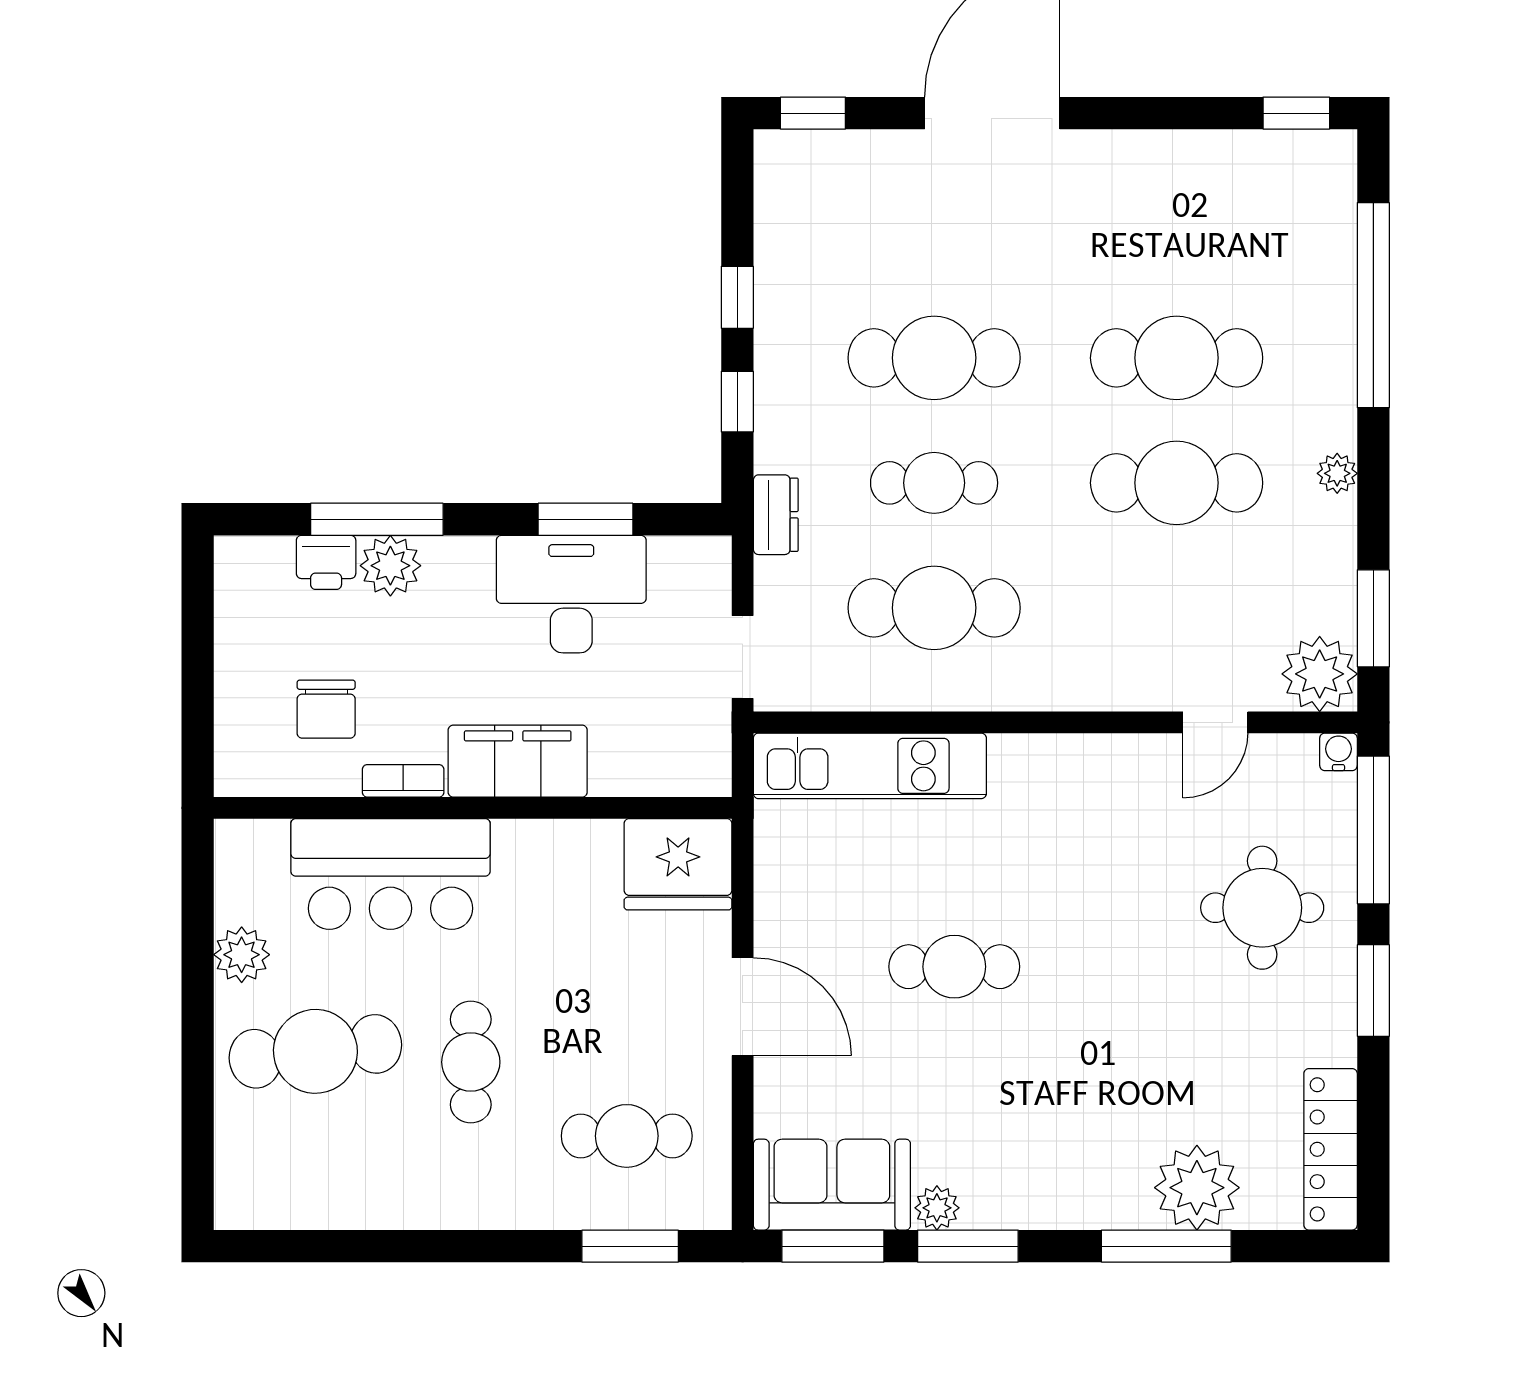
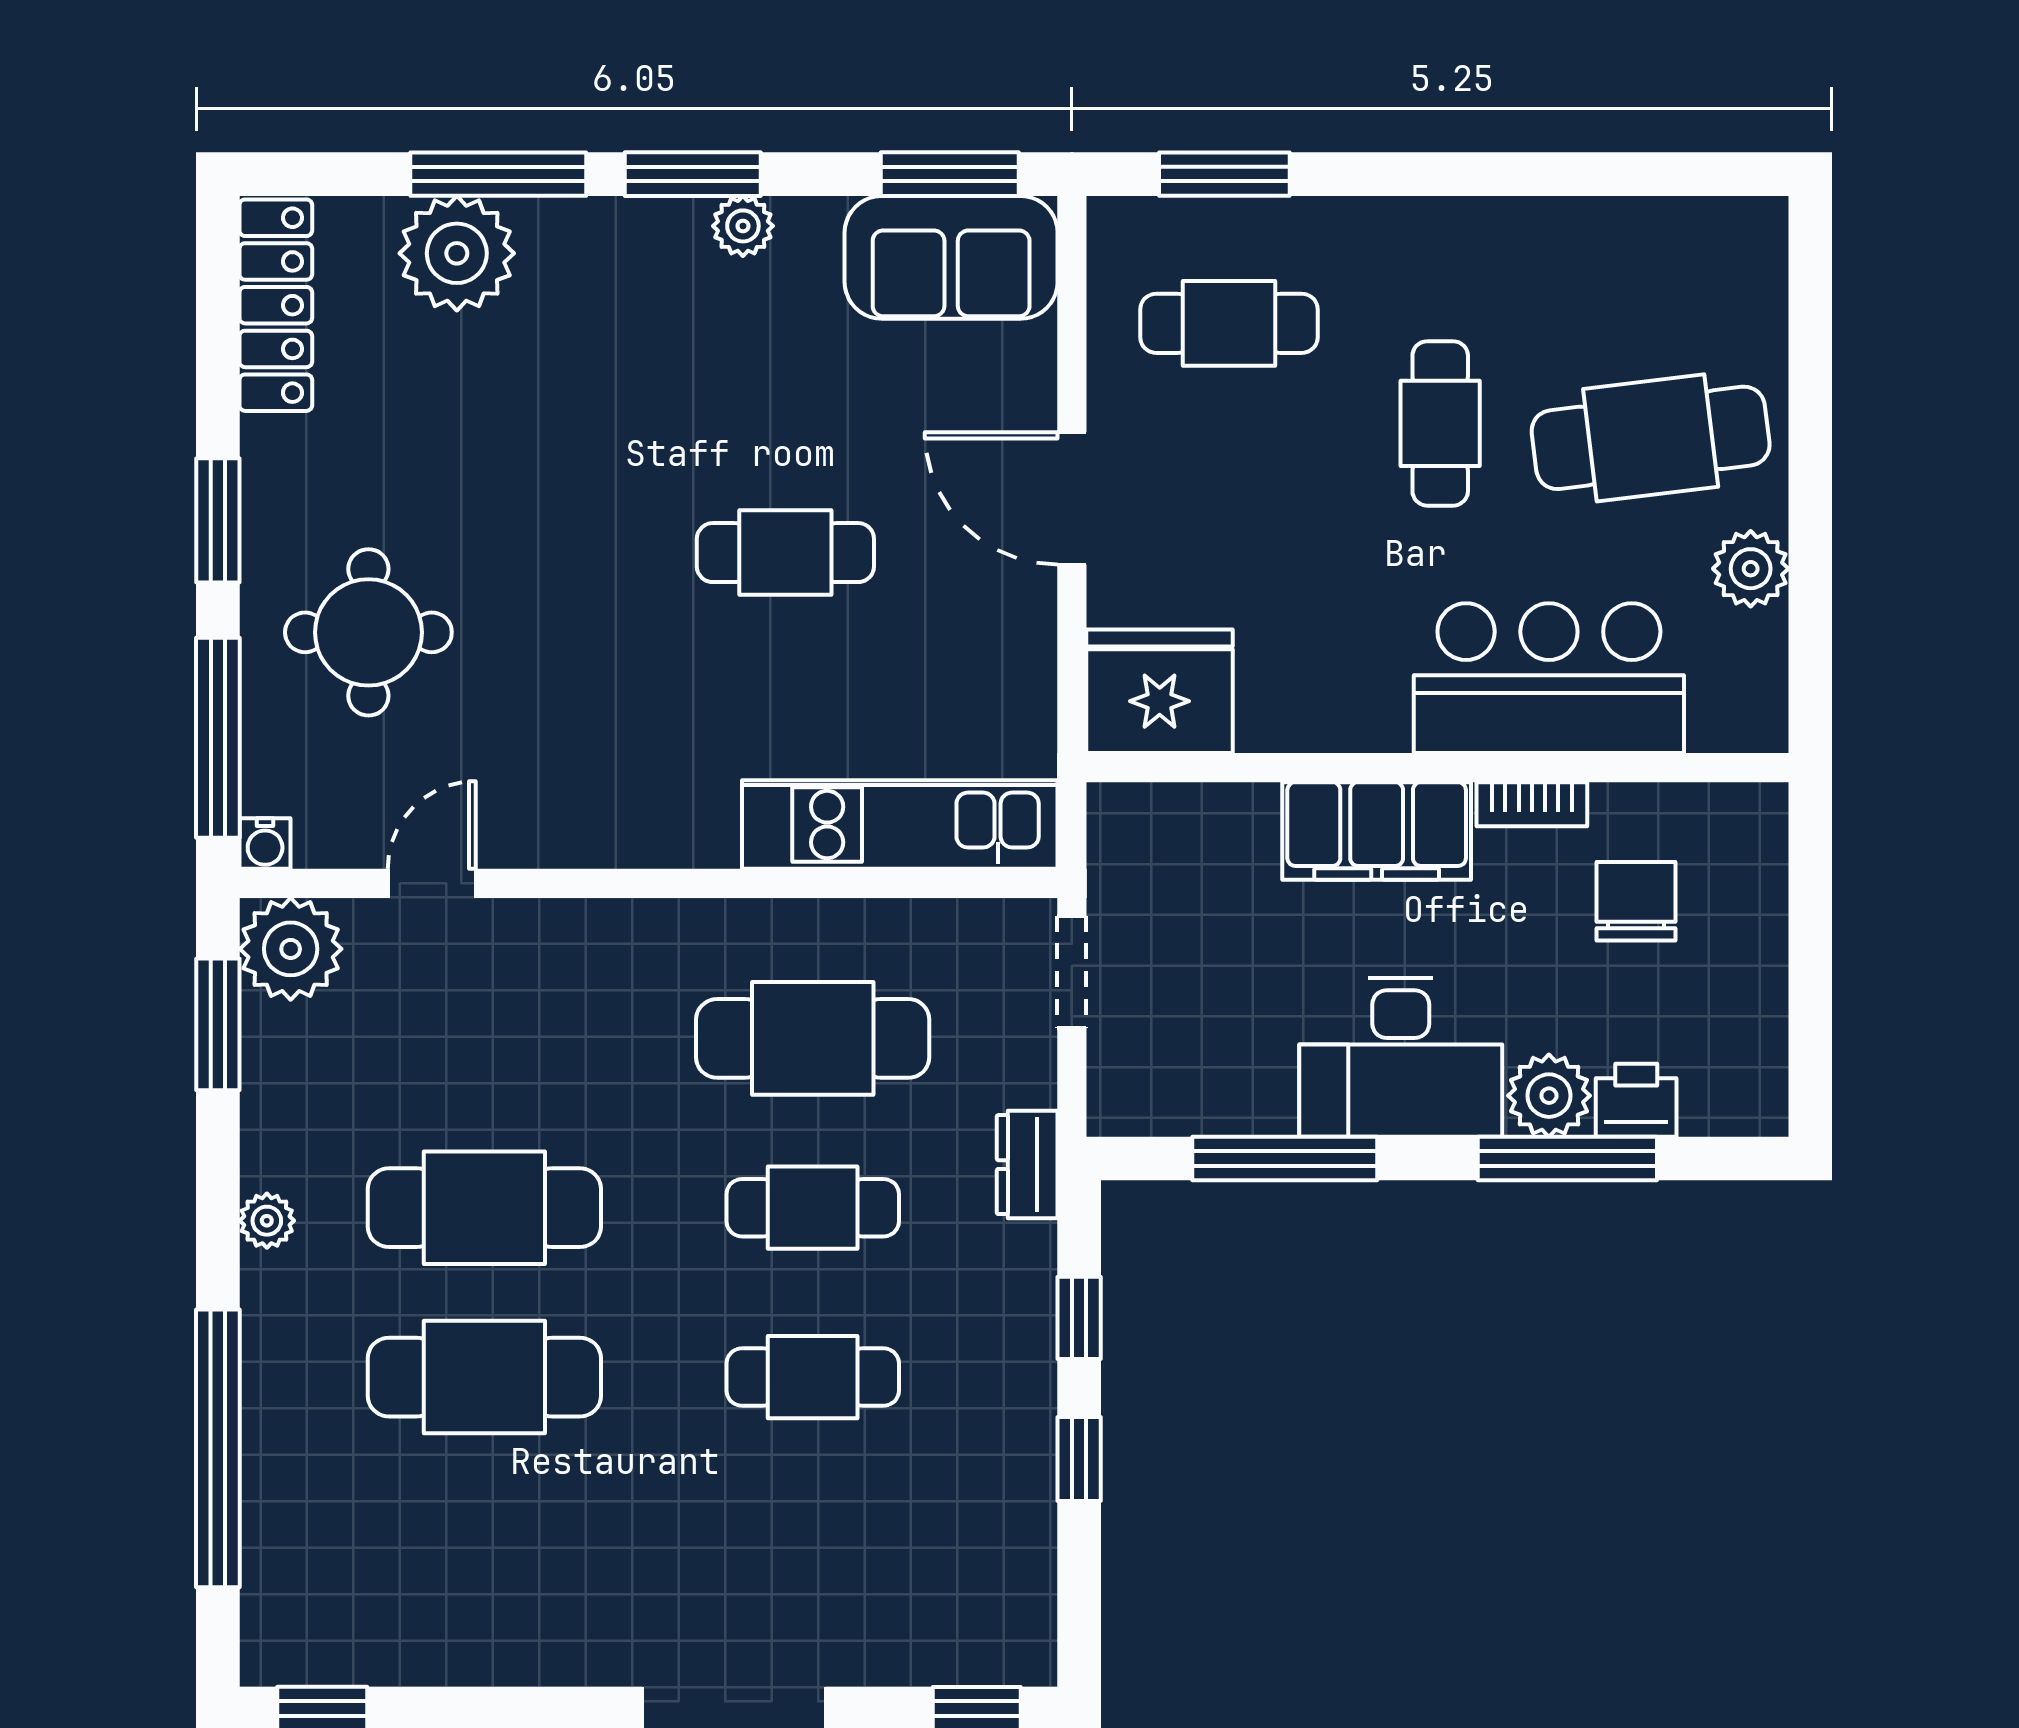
cafe table: (934, 358) -> (813, 1377), width x0.73, depth x0.74
window: (586, 519) -> (1285, 1158), width x1.44
desk: (571, 594) -> (1401, 1057), moved
plant: (937, 1208) -> (743, 226), moved
window: (968, 1246) -> (693, 174), moved

